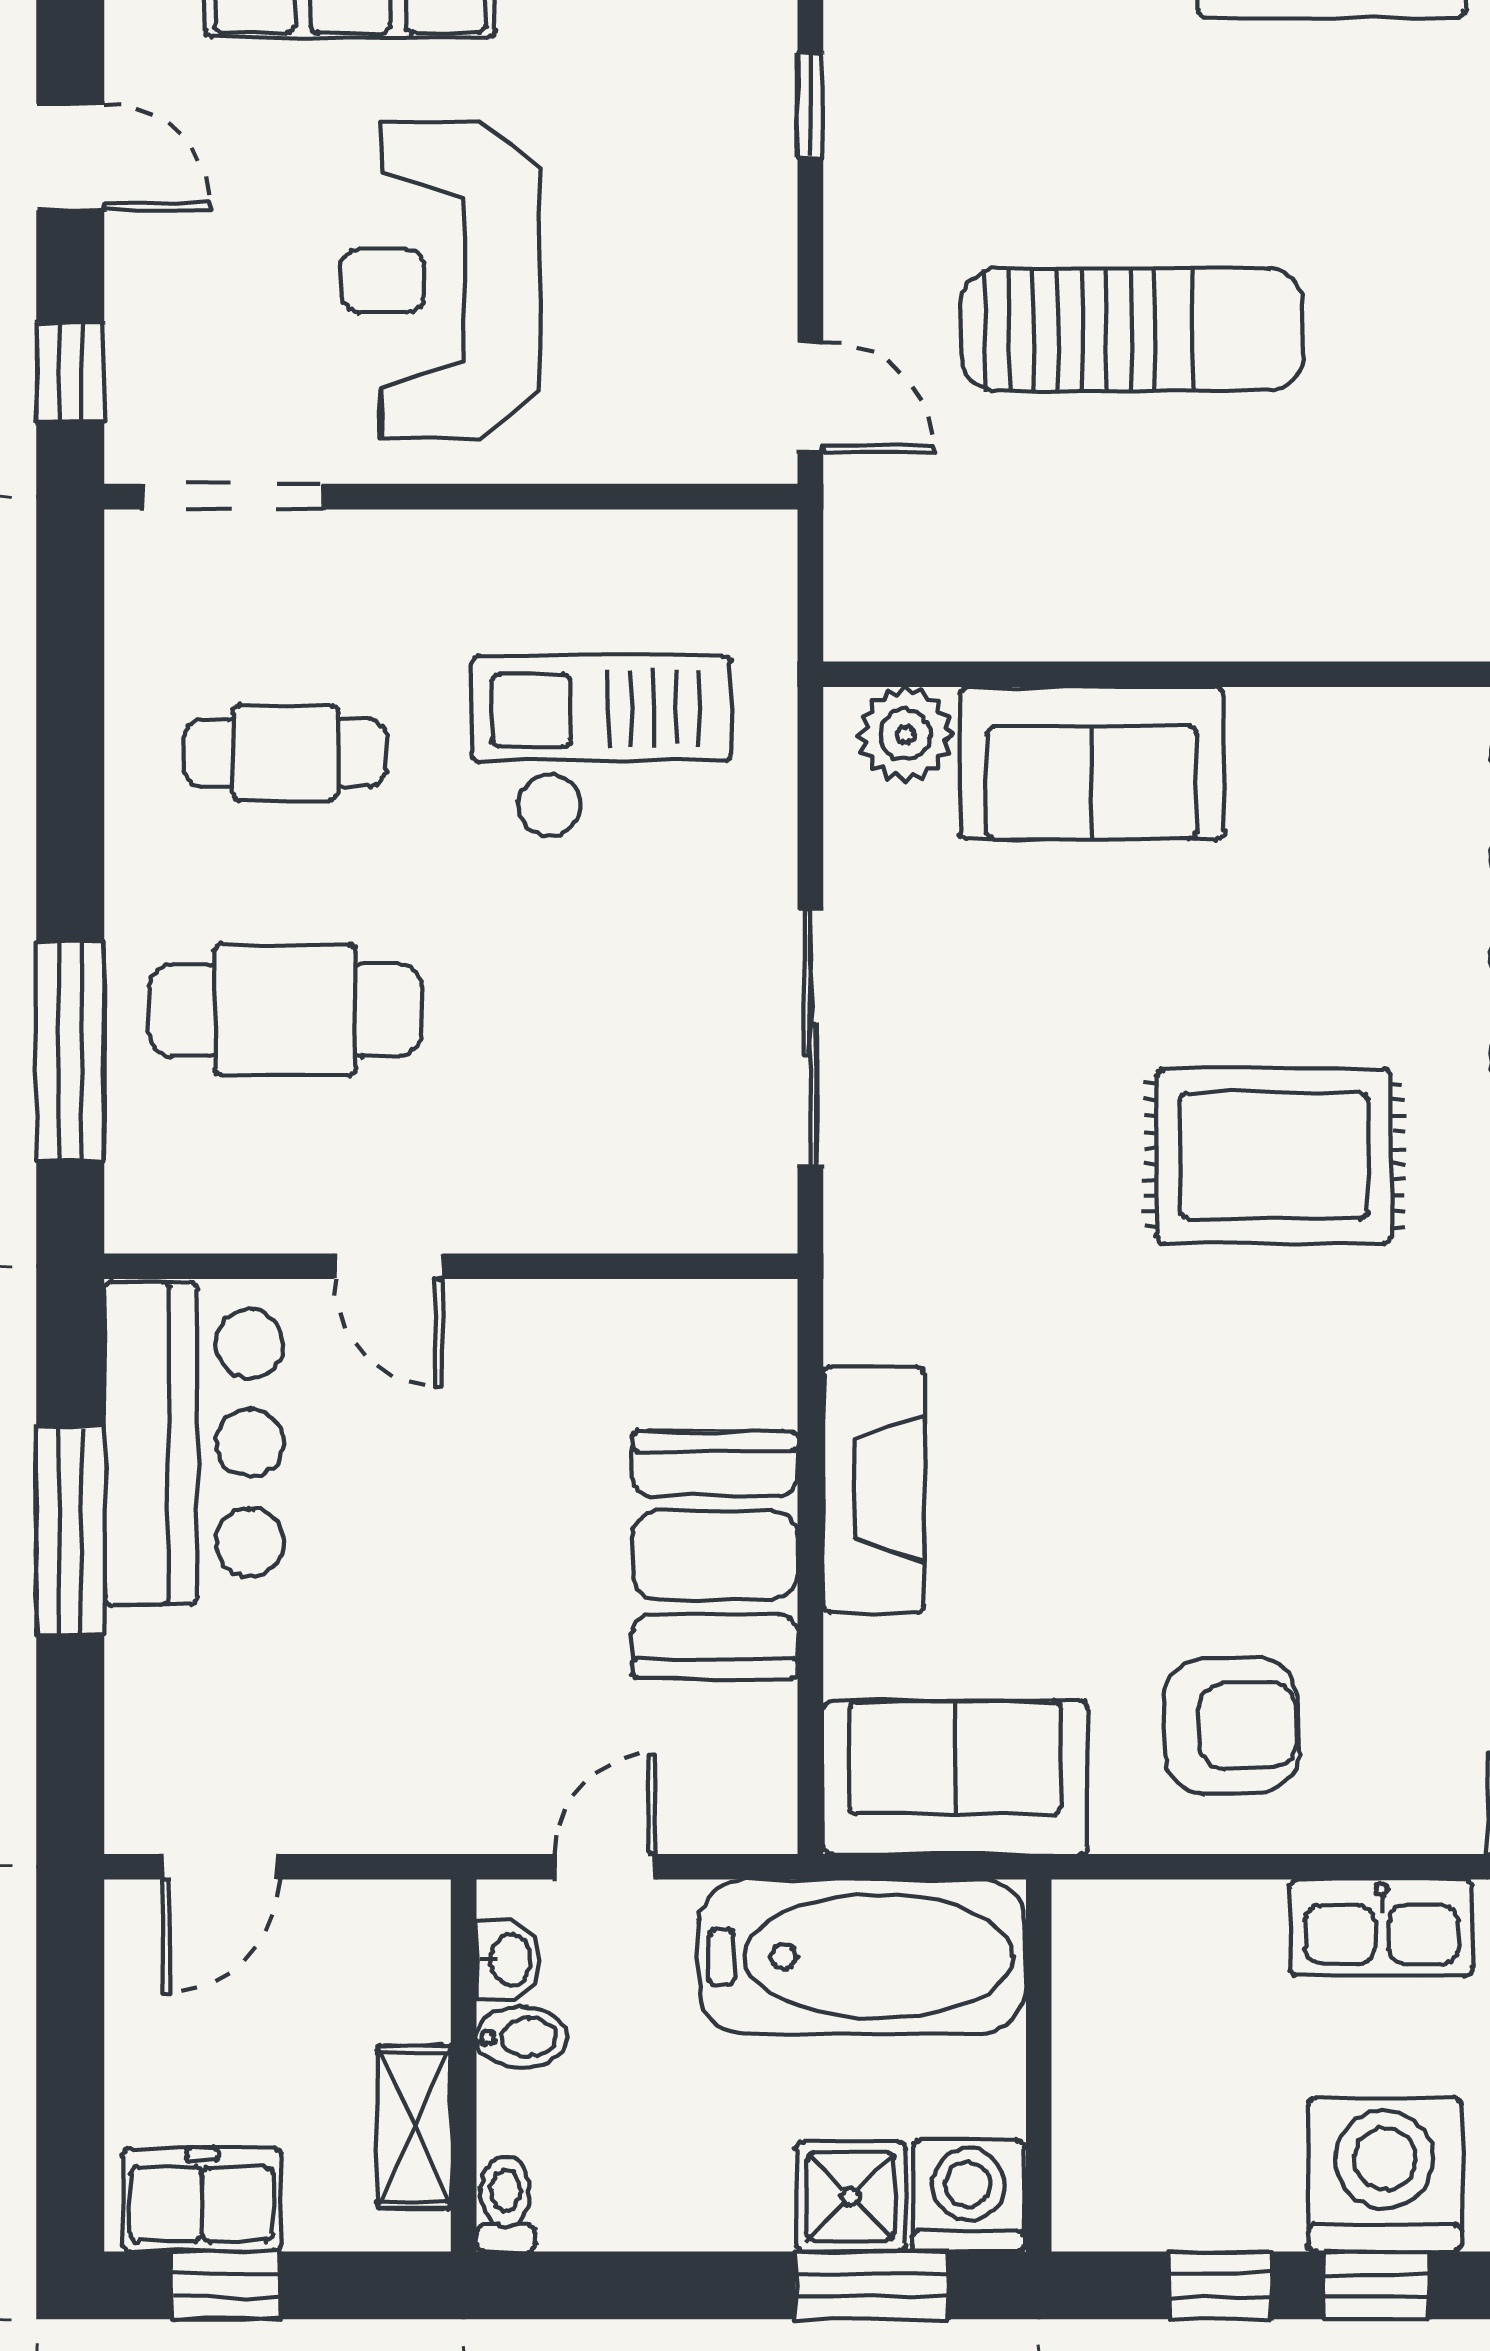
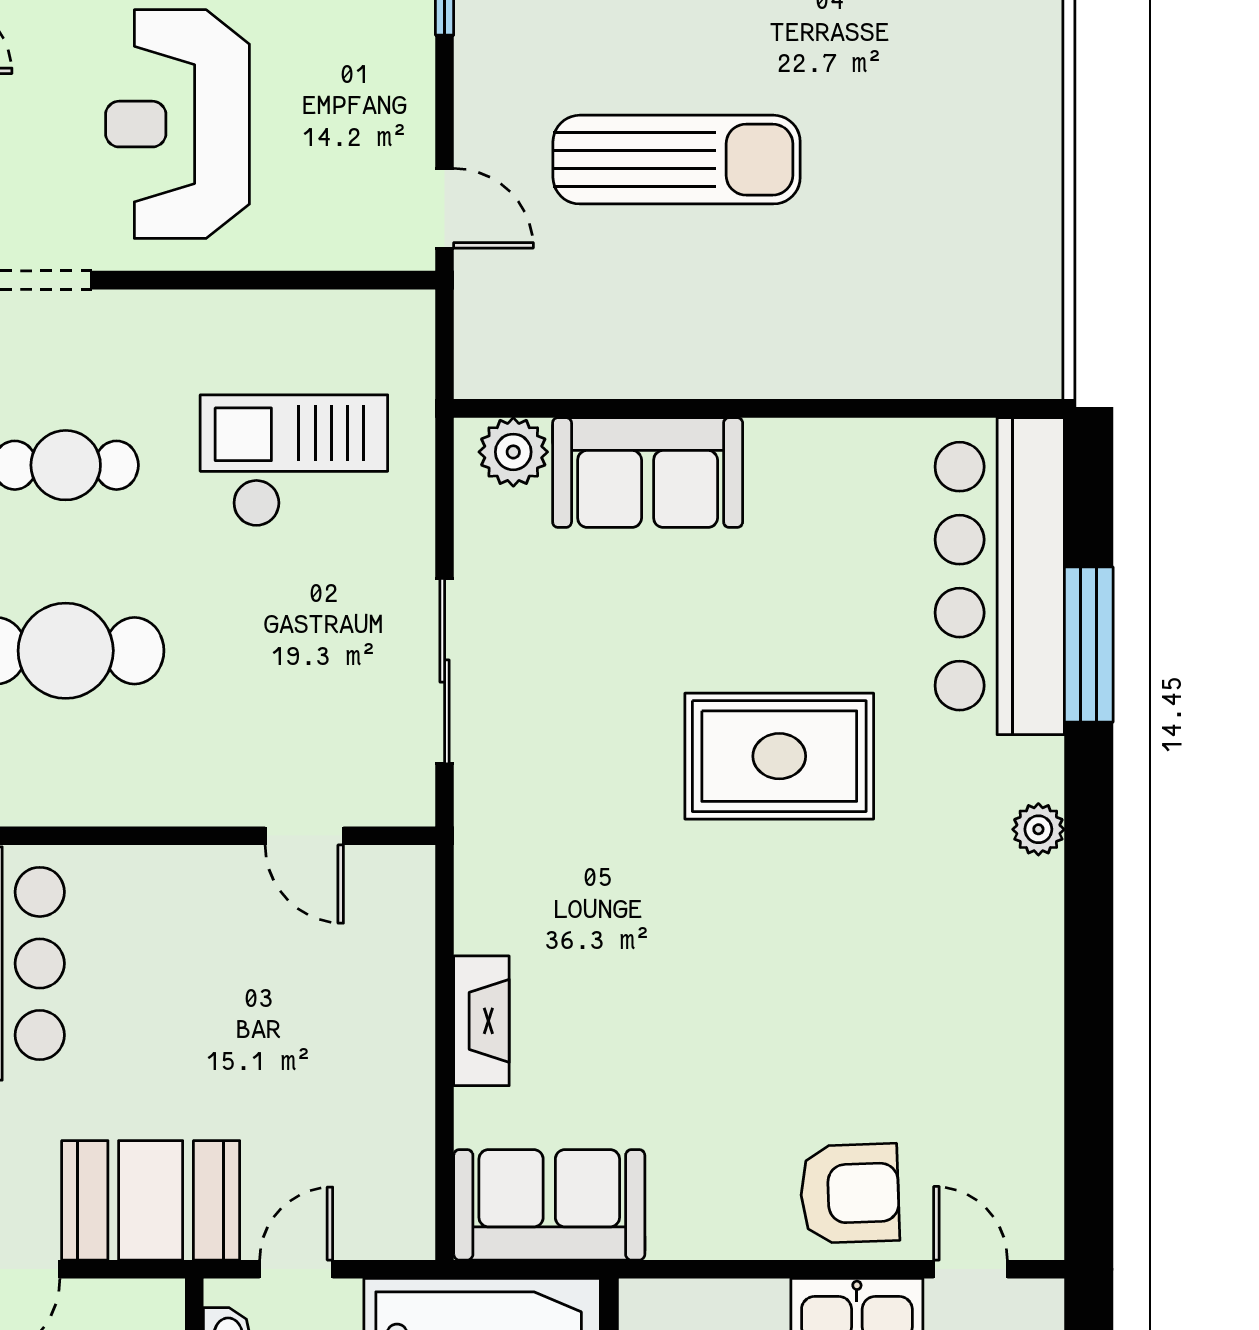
door: (388, 1266) -> (304, 836), moved
fireplace: (874, 1489) -> (481, 1021), width x0.73, depth x0.76
booth: (715, 1555) -> (151, 1200), moved, turned 90
armchair: (1231, 1726) -> (850, 1193), moved

